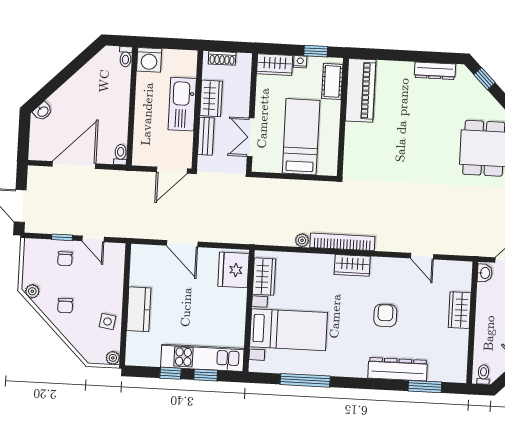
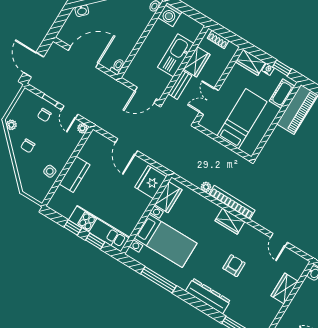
plant: (113, 358) -> (82, 128), moved
dresser: (398, 369) -> (208, 296), moved

